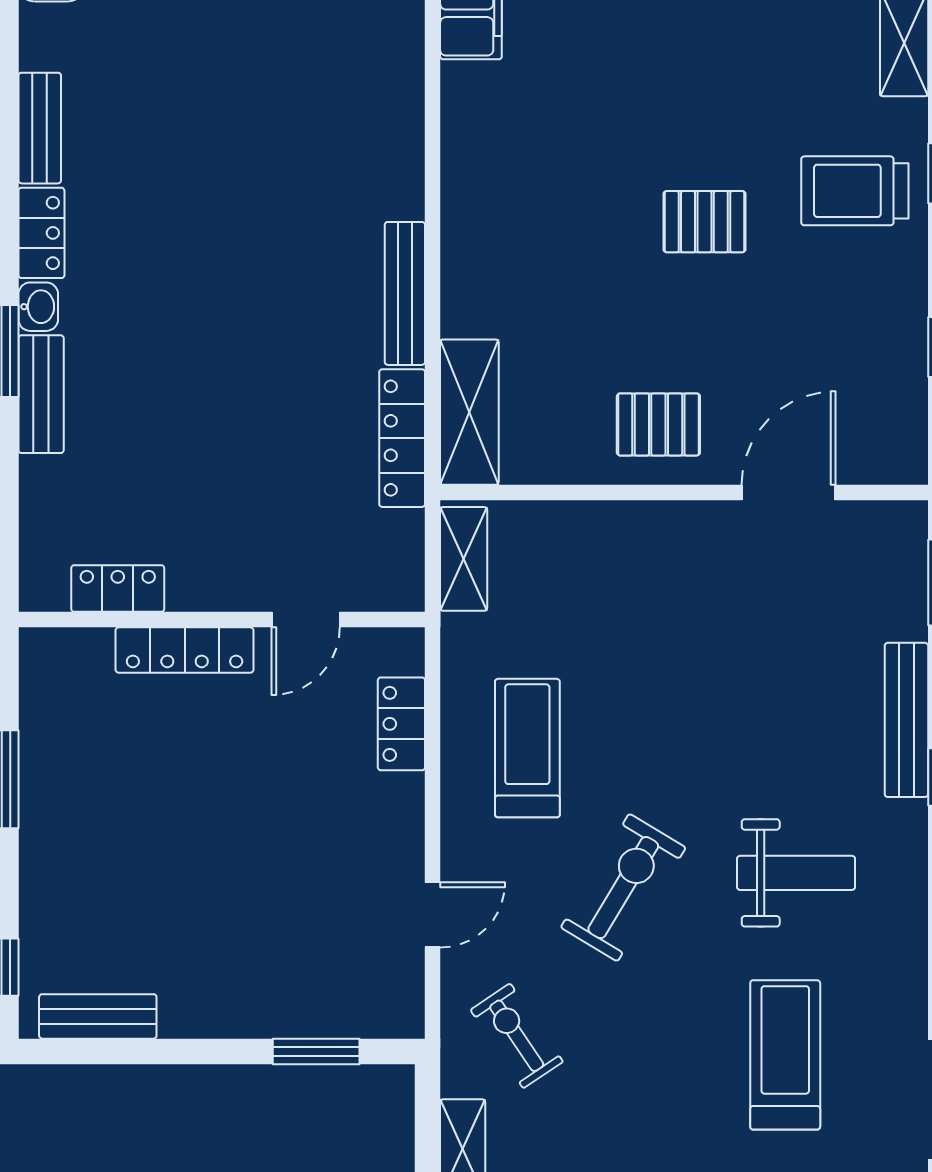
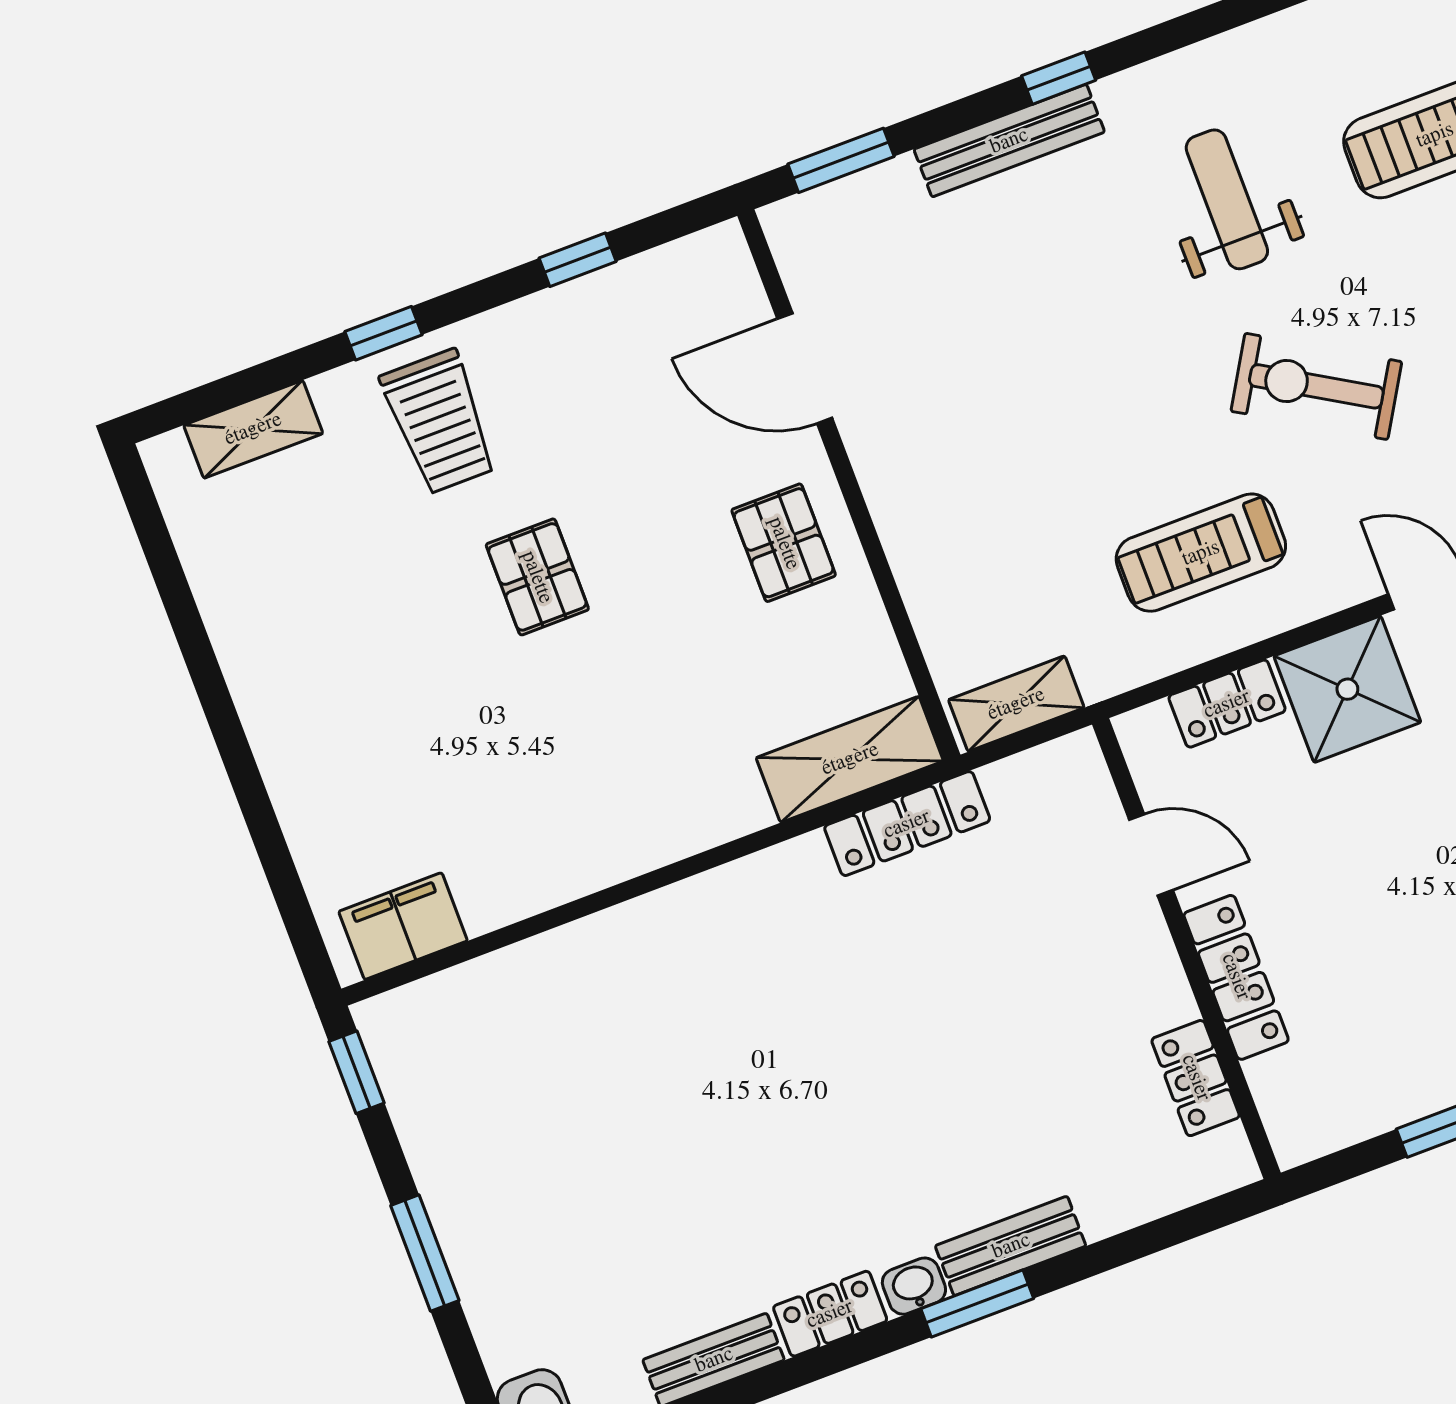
bench: (405, 293) -> (744, 882), removed
shower: (377, 822) -> (1347, 689), added

